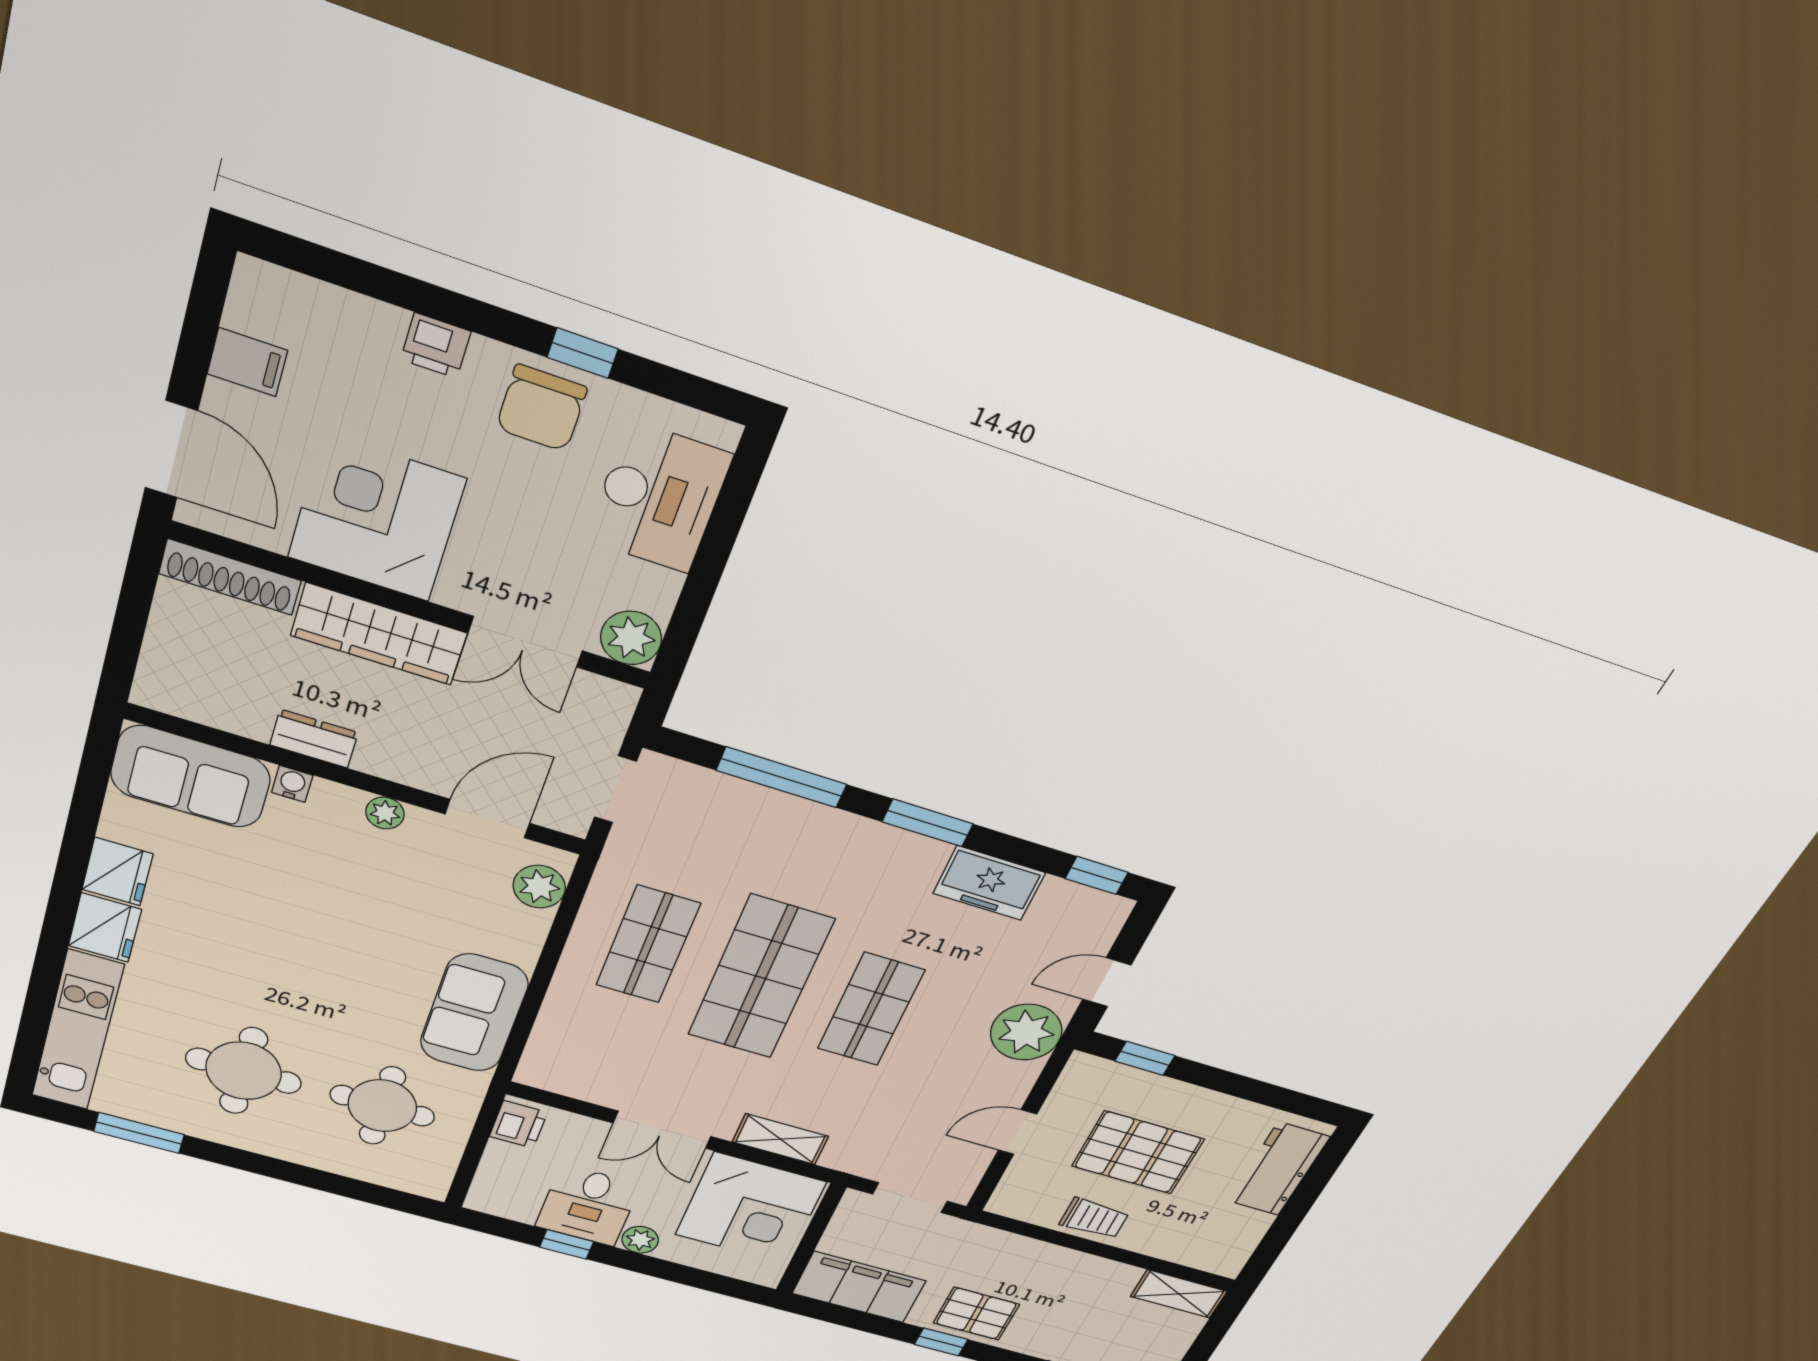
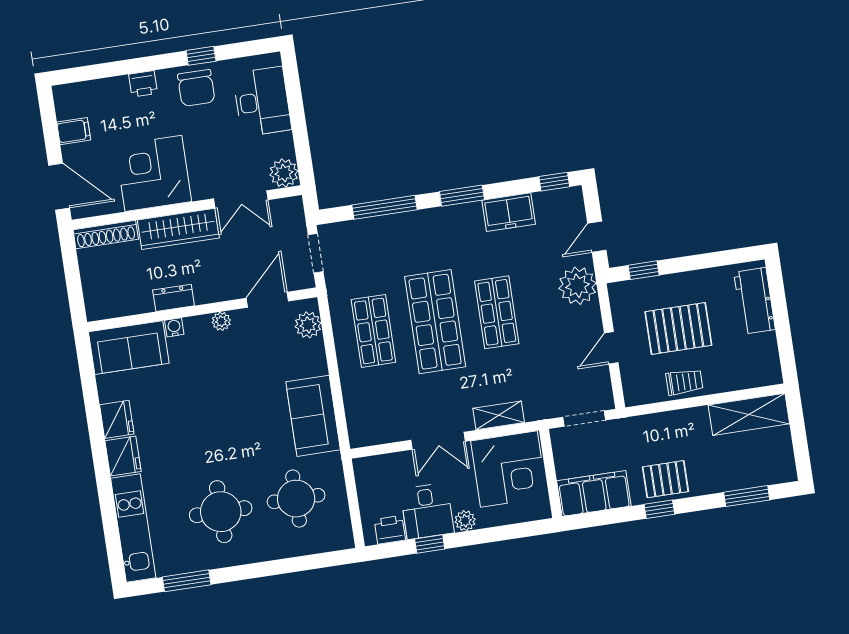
printer: (518, 1124) -> (390, 530), moved, turned -90
shelving: (1179, 1294) -> (749, 414), width x1.50, depth x1.33

